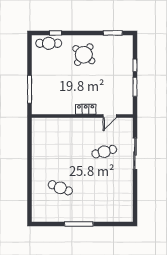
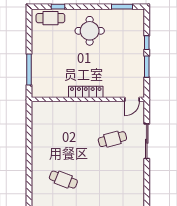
round table: (84, 55) -> (90, 31), turned -38
locker: (86, 109) -> (86, 92), width x1.53
door: (110, 116) -> (132, 99), moved

